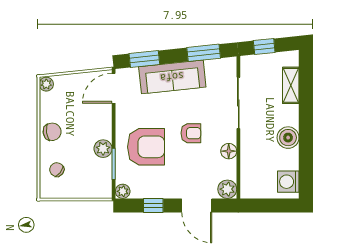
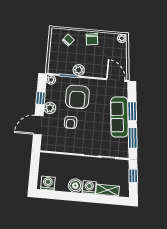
window: (144, 59) -> (132, 111), moved
washing machine: (289, 115) -> (89, 187), added
armchair: (191, 133) -> (71, 122), moved
floor lamp: (229, 151) -> (70, 148), removed
plant: (227, 189) -> (50, 108), moved

